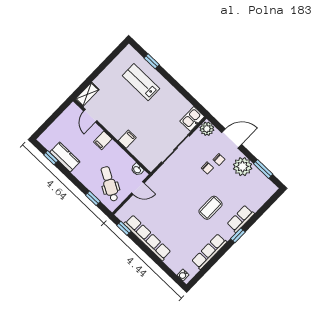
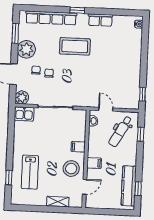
shelving: (87, 94) -> (58, 202), moved
stool: (115, 118) -> (71, 169), added
kitchen counter: (65, 157) -> (129, 186), width x1.50
coffee table: (211, 208) -> (75, 46), width x1.36, depth x1.32
row of seats: (241, 219) -> (51, 18), width x2.02
row of seats: (147, 238) -> (135, 72), removed
row of seats: (209, 252) -> (100, 20), width x0.68

